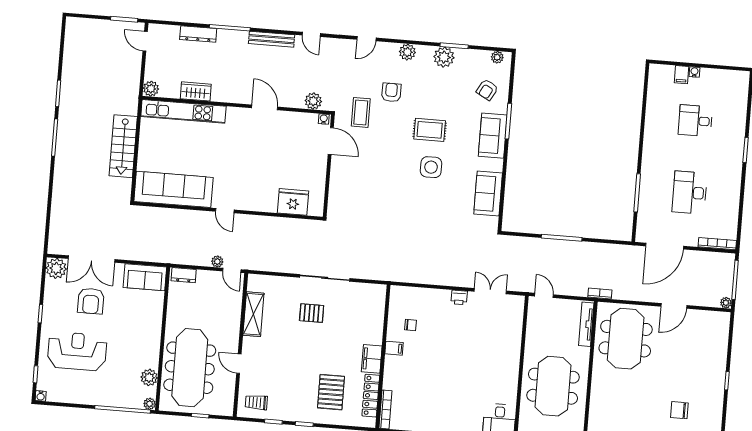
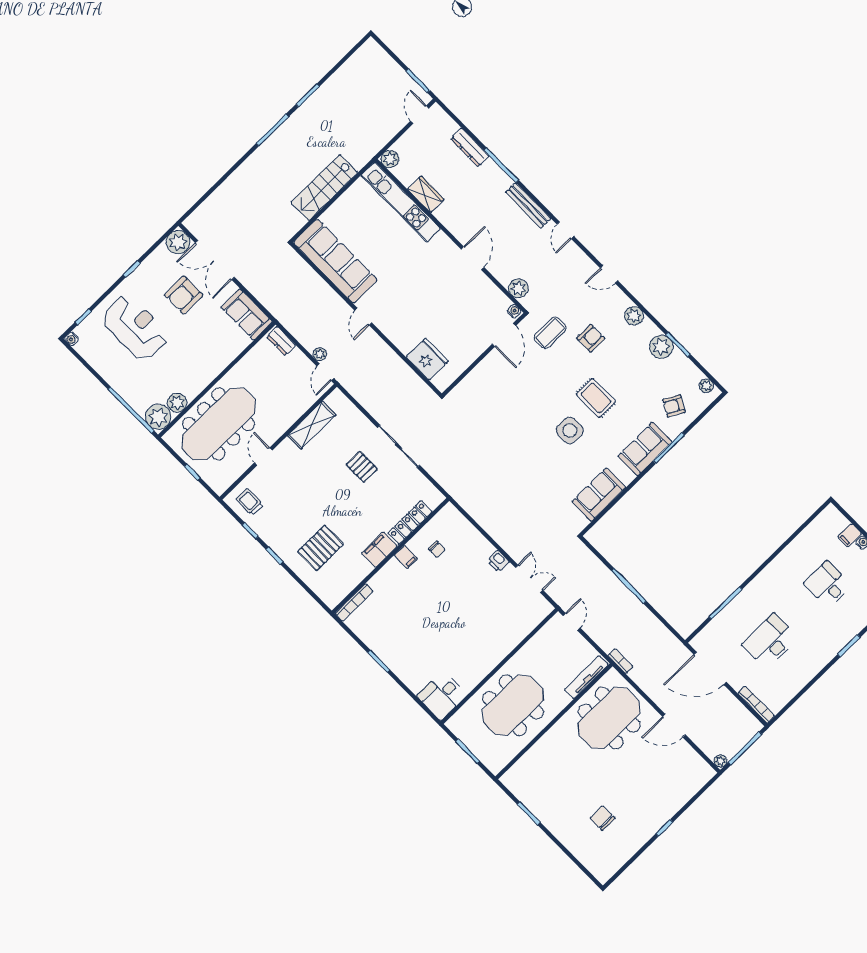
locker: (371, 396) -> (410, 522), moved
plant: (150, 404) -> (158, 417), width x1.87, depth x1.87

